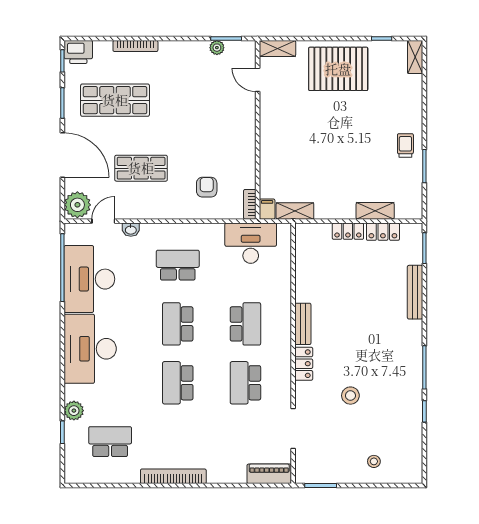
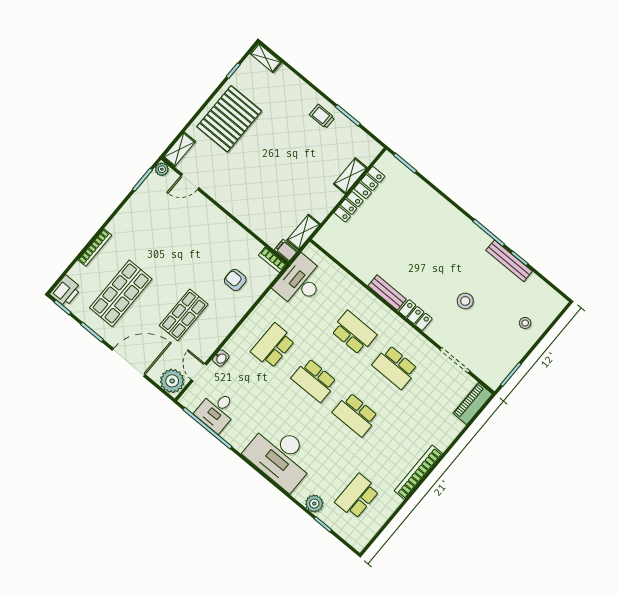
plant: (217, 48) -> (162, 169), moved
desk: (89, 279) -> (217, 411), width x0.53, depth x0.77
bench: (415, 292) -> (509, 261), moved

